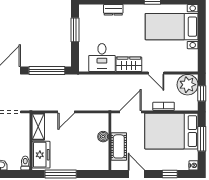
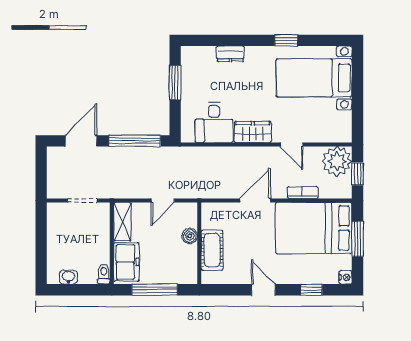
boiler: (103, 137) -> (190, 236), moved
wall: (110, 142) -> (199, 243), moved
cot: (119, 146) -> (212, 250), moved

